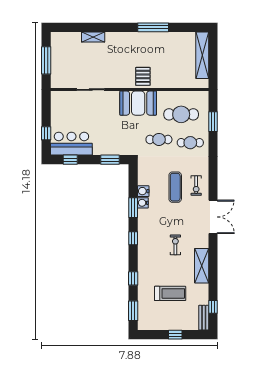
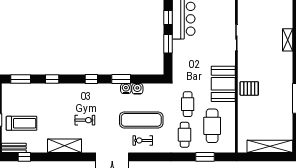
window: (110, 160) -> (168, 44), moved
exercise mat: (175, 187) -> (141, 120), width x1.36, depth x1.45
treadmill: (170, 293) -> (22, 123), moved, turned -90

